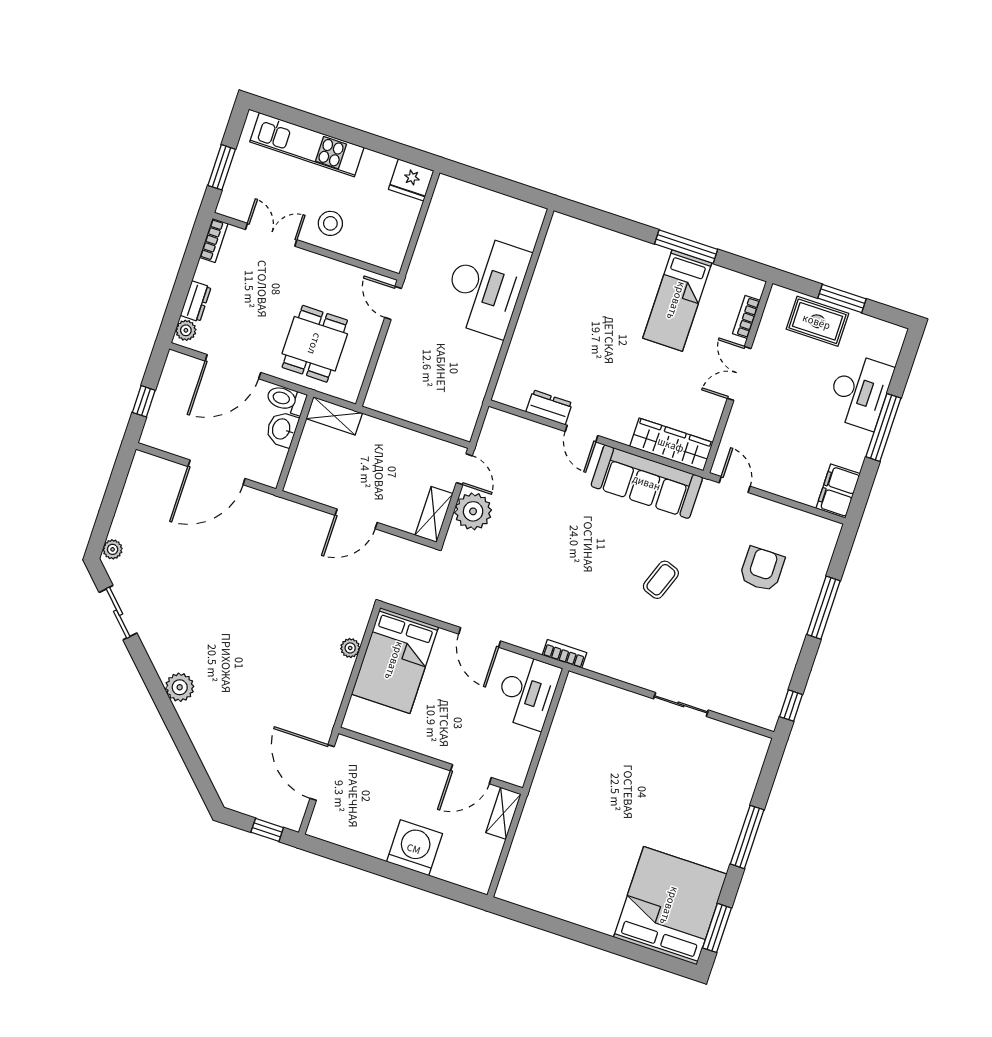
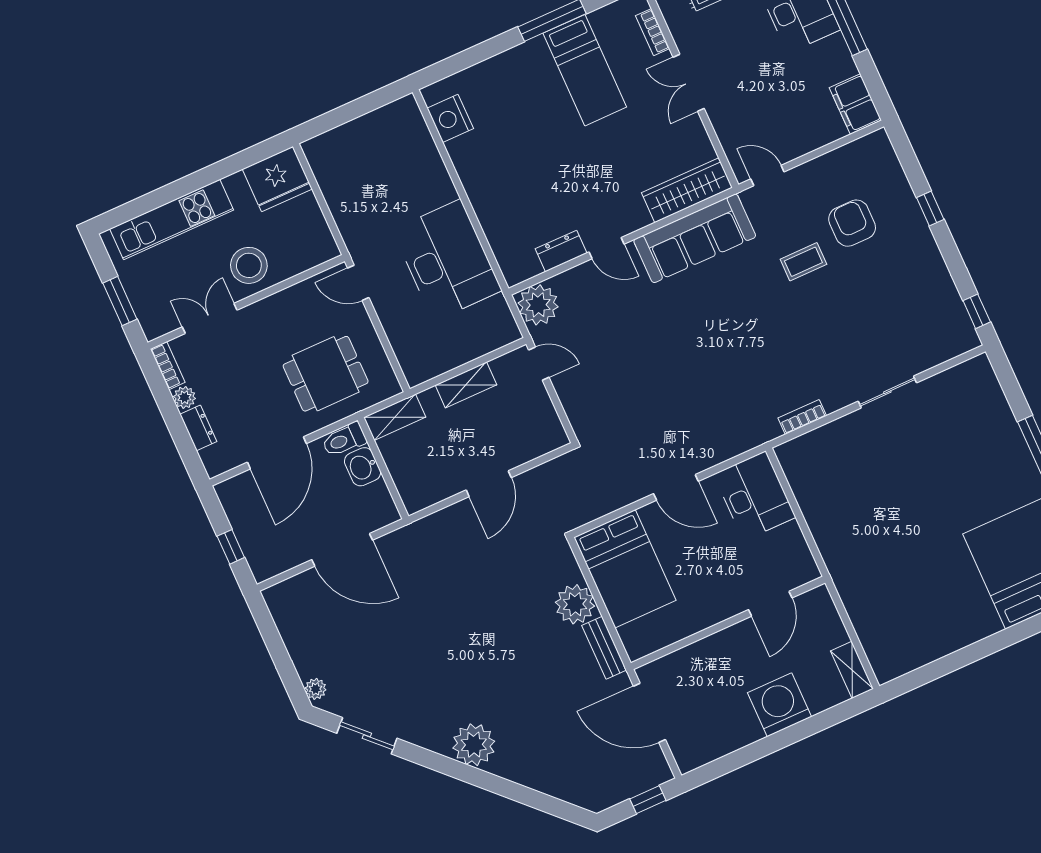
fridge: (411, 180) -> (277, 179), width x1.36, depth x1.34
stool: (330, 223) -> (249, 265), width x1.38, depth x1.38
nightstand: (557, 249) -> (450, 118), added
desk: (486, 286) -> (447, 260), moved
plant: (186, 330) -> (184, 397), moved
dining table: (315, 344) -> (326, 374), turned 90
door: (217, 472) -> (342, 550), hinge flipped
plant: (473, 511) -> (538, 305), moved
shelving: (434, 514) -> (466, 385), moved, turned 90
coffee table: (661, 580) -> (803, 262), moved, turned 70
window: (824, 608) -> (930, 208), width x0.46
plant: (350, 648) -> (575, 604), width x1.88, depth x1.88
bookcase: (565, 654) -> (802, 417), moved
plant: (180, 687) -> (474, 745), width x1.36, depth x1.36
bench: (332, 701) -> (604, 648), added
shelving: (503, 813) -> (852, 670), moved

